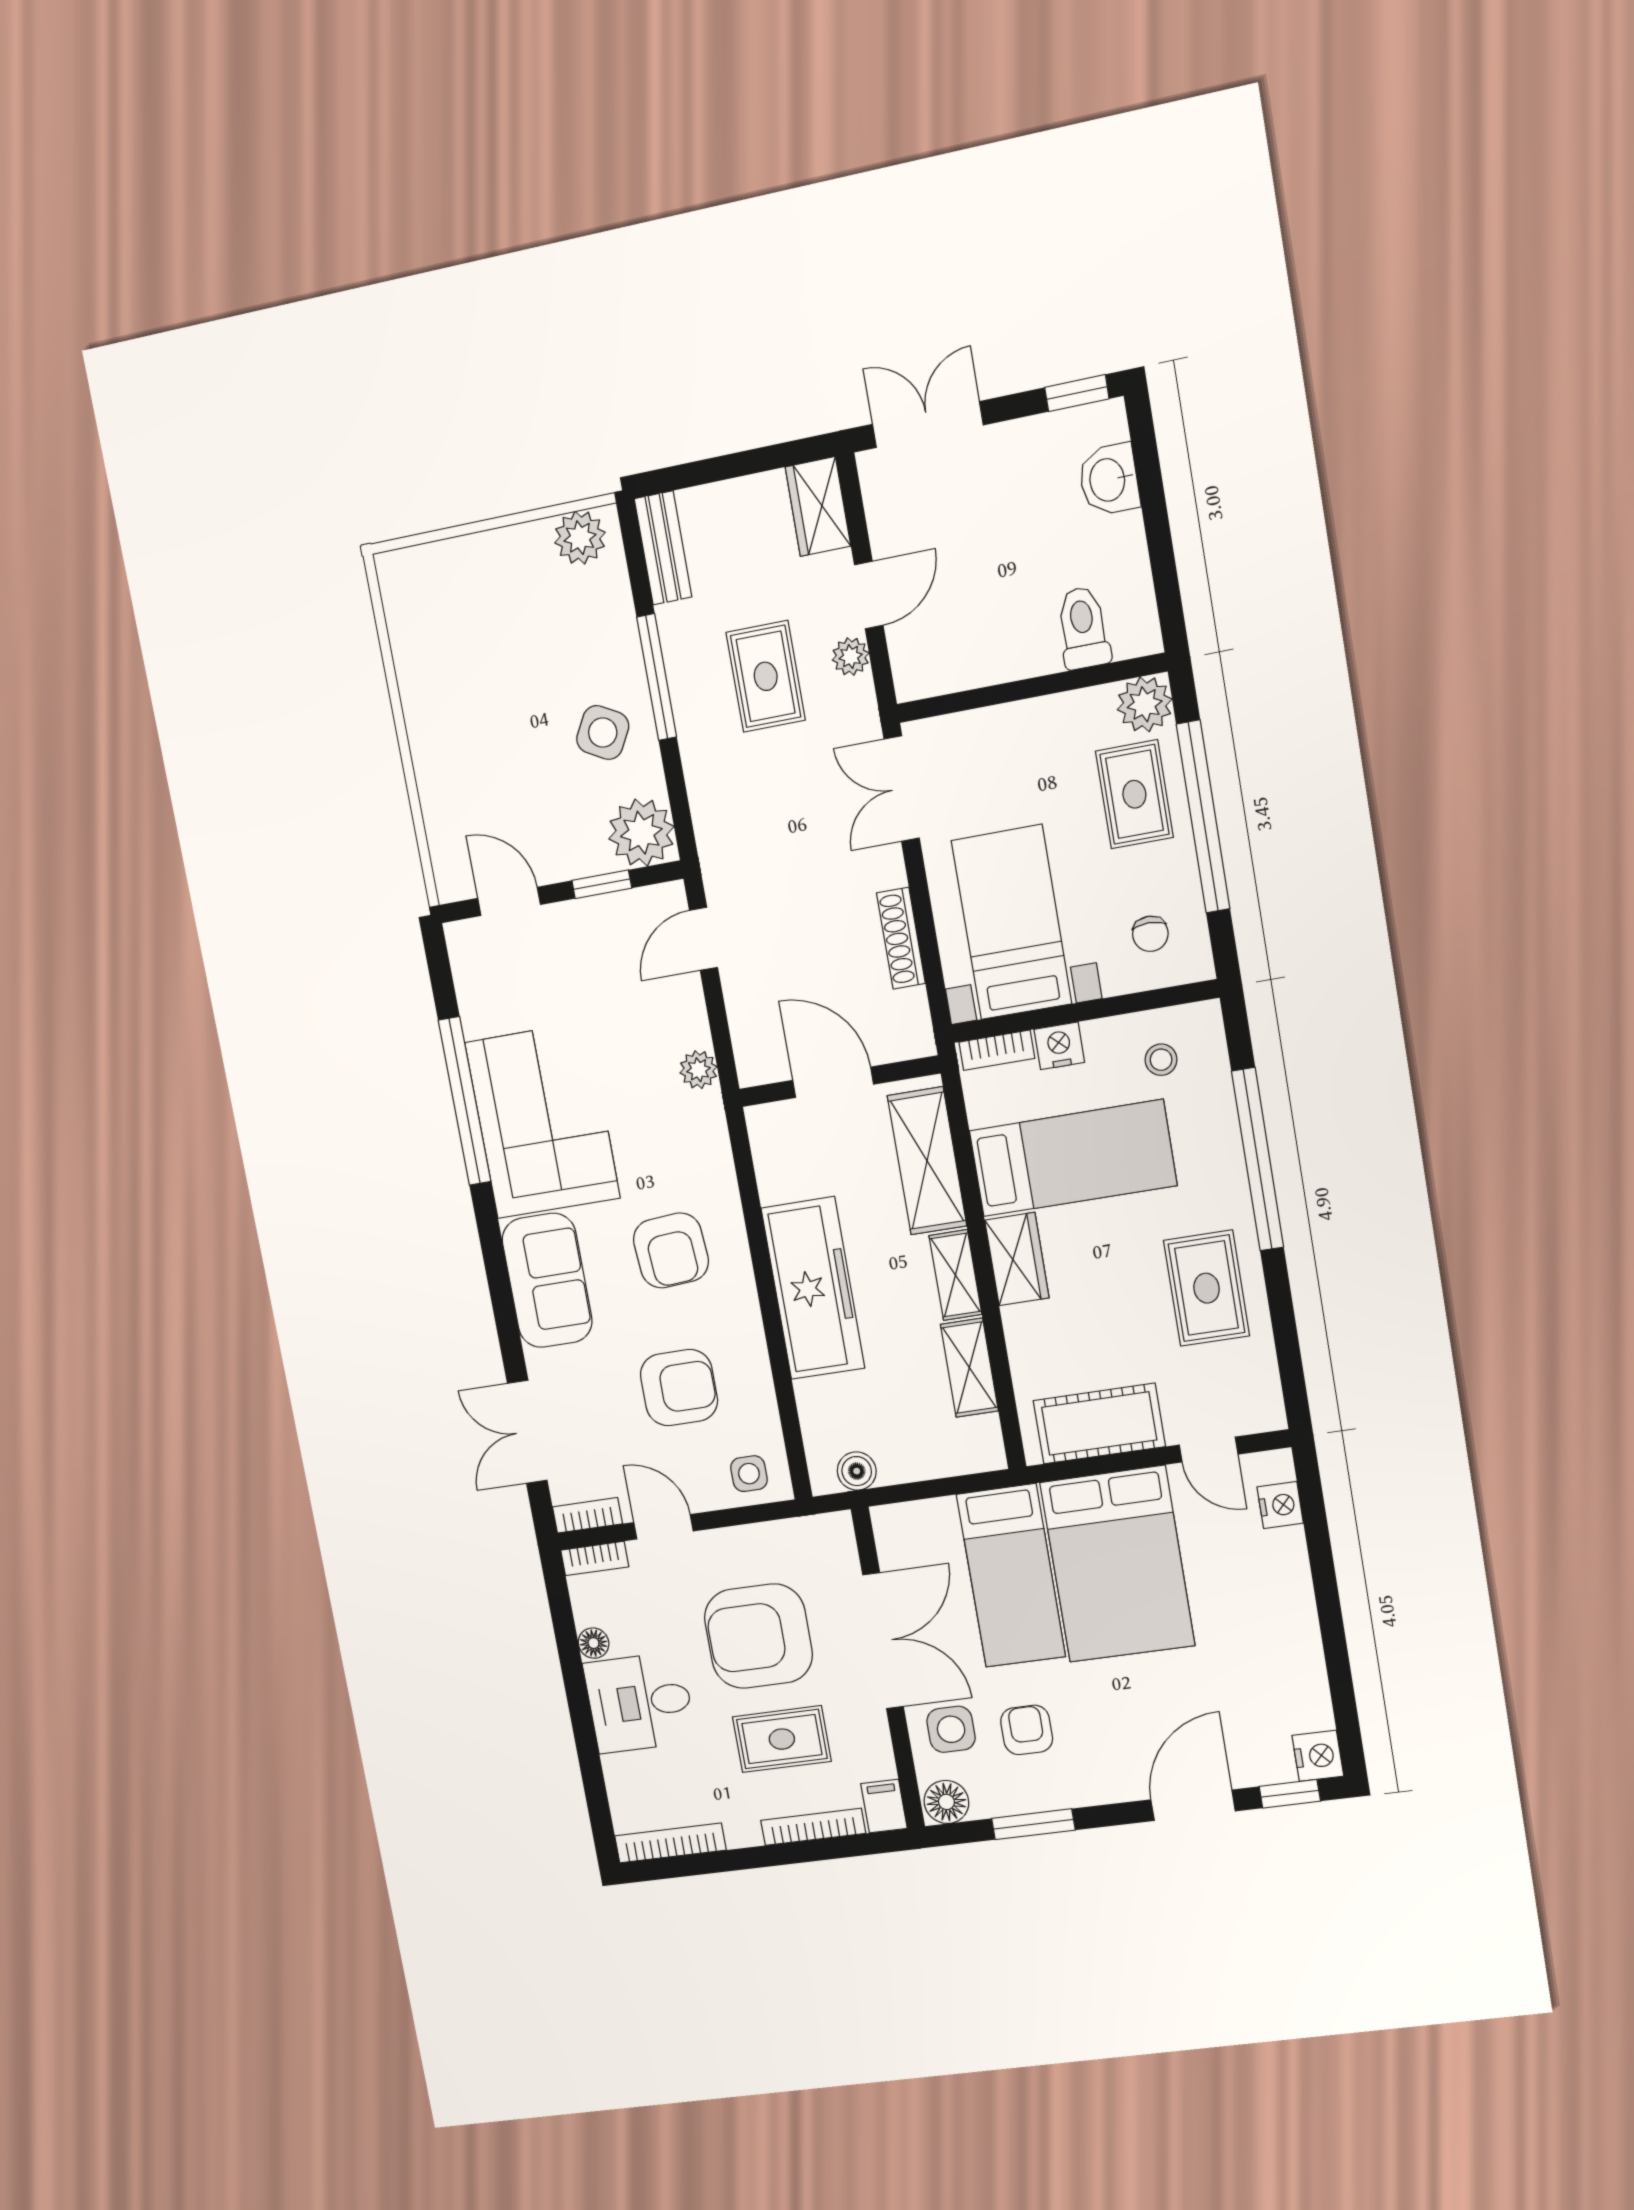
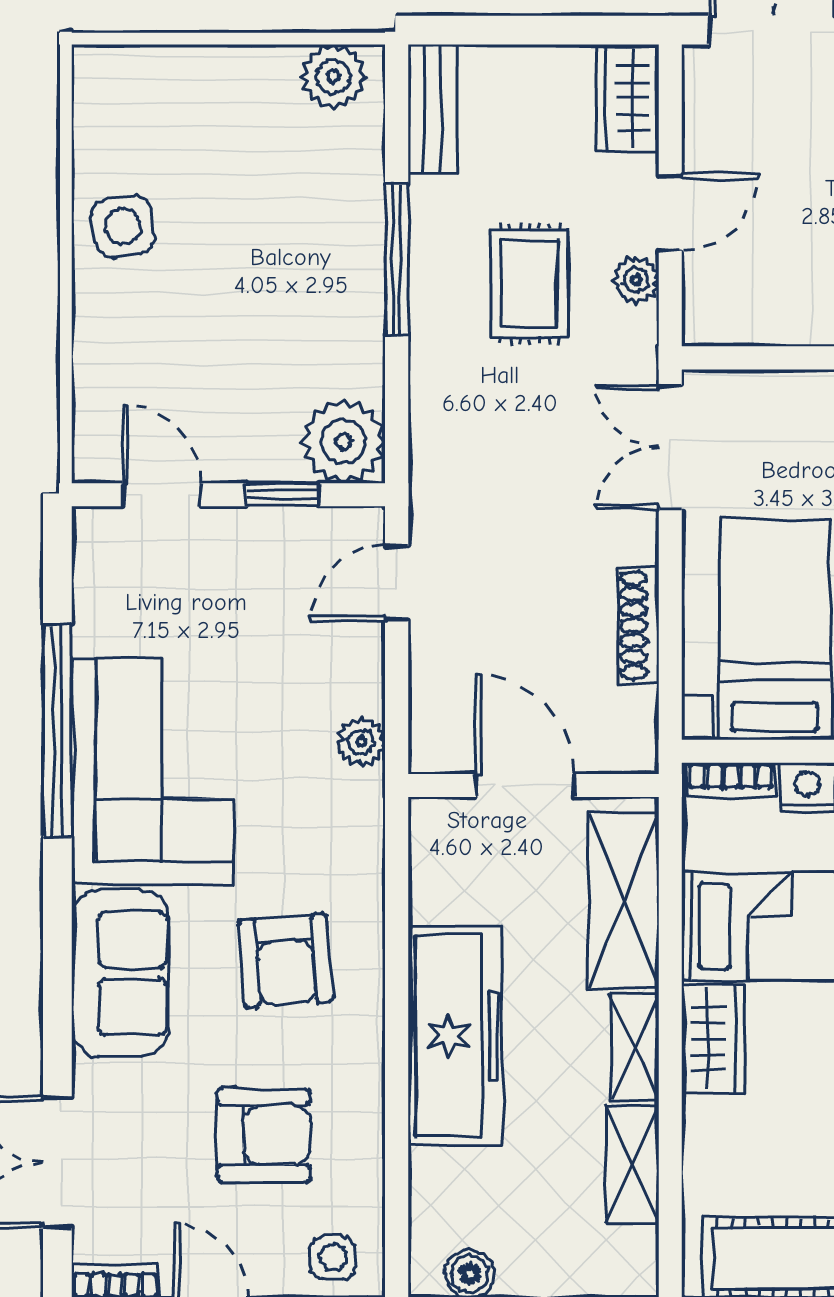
side table: (603, 732) -> (123, 226), moved, turned -37

